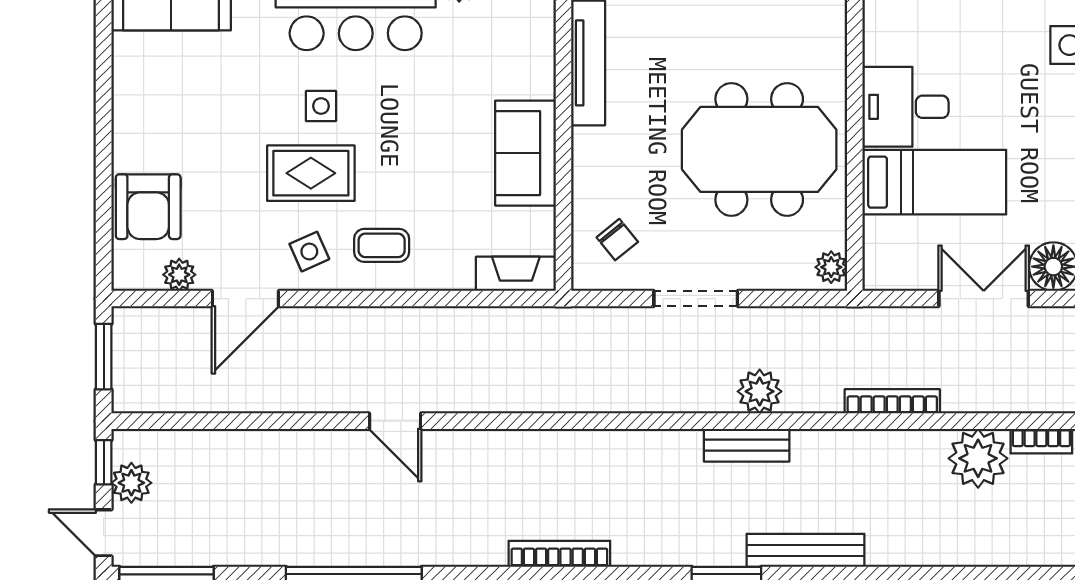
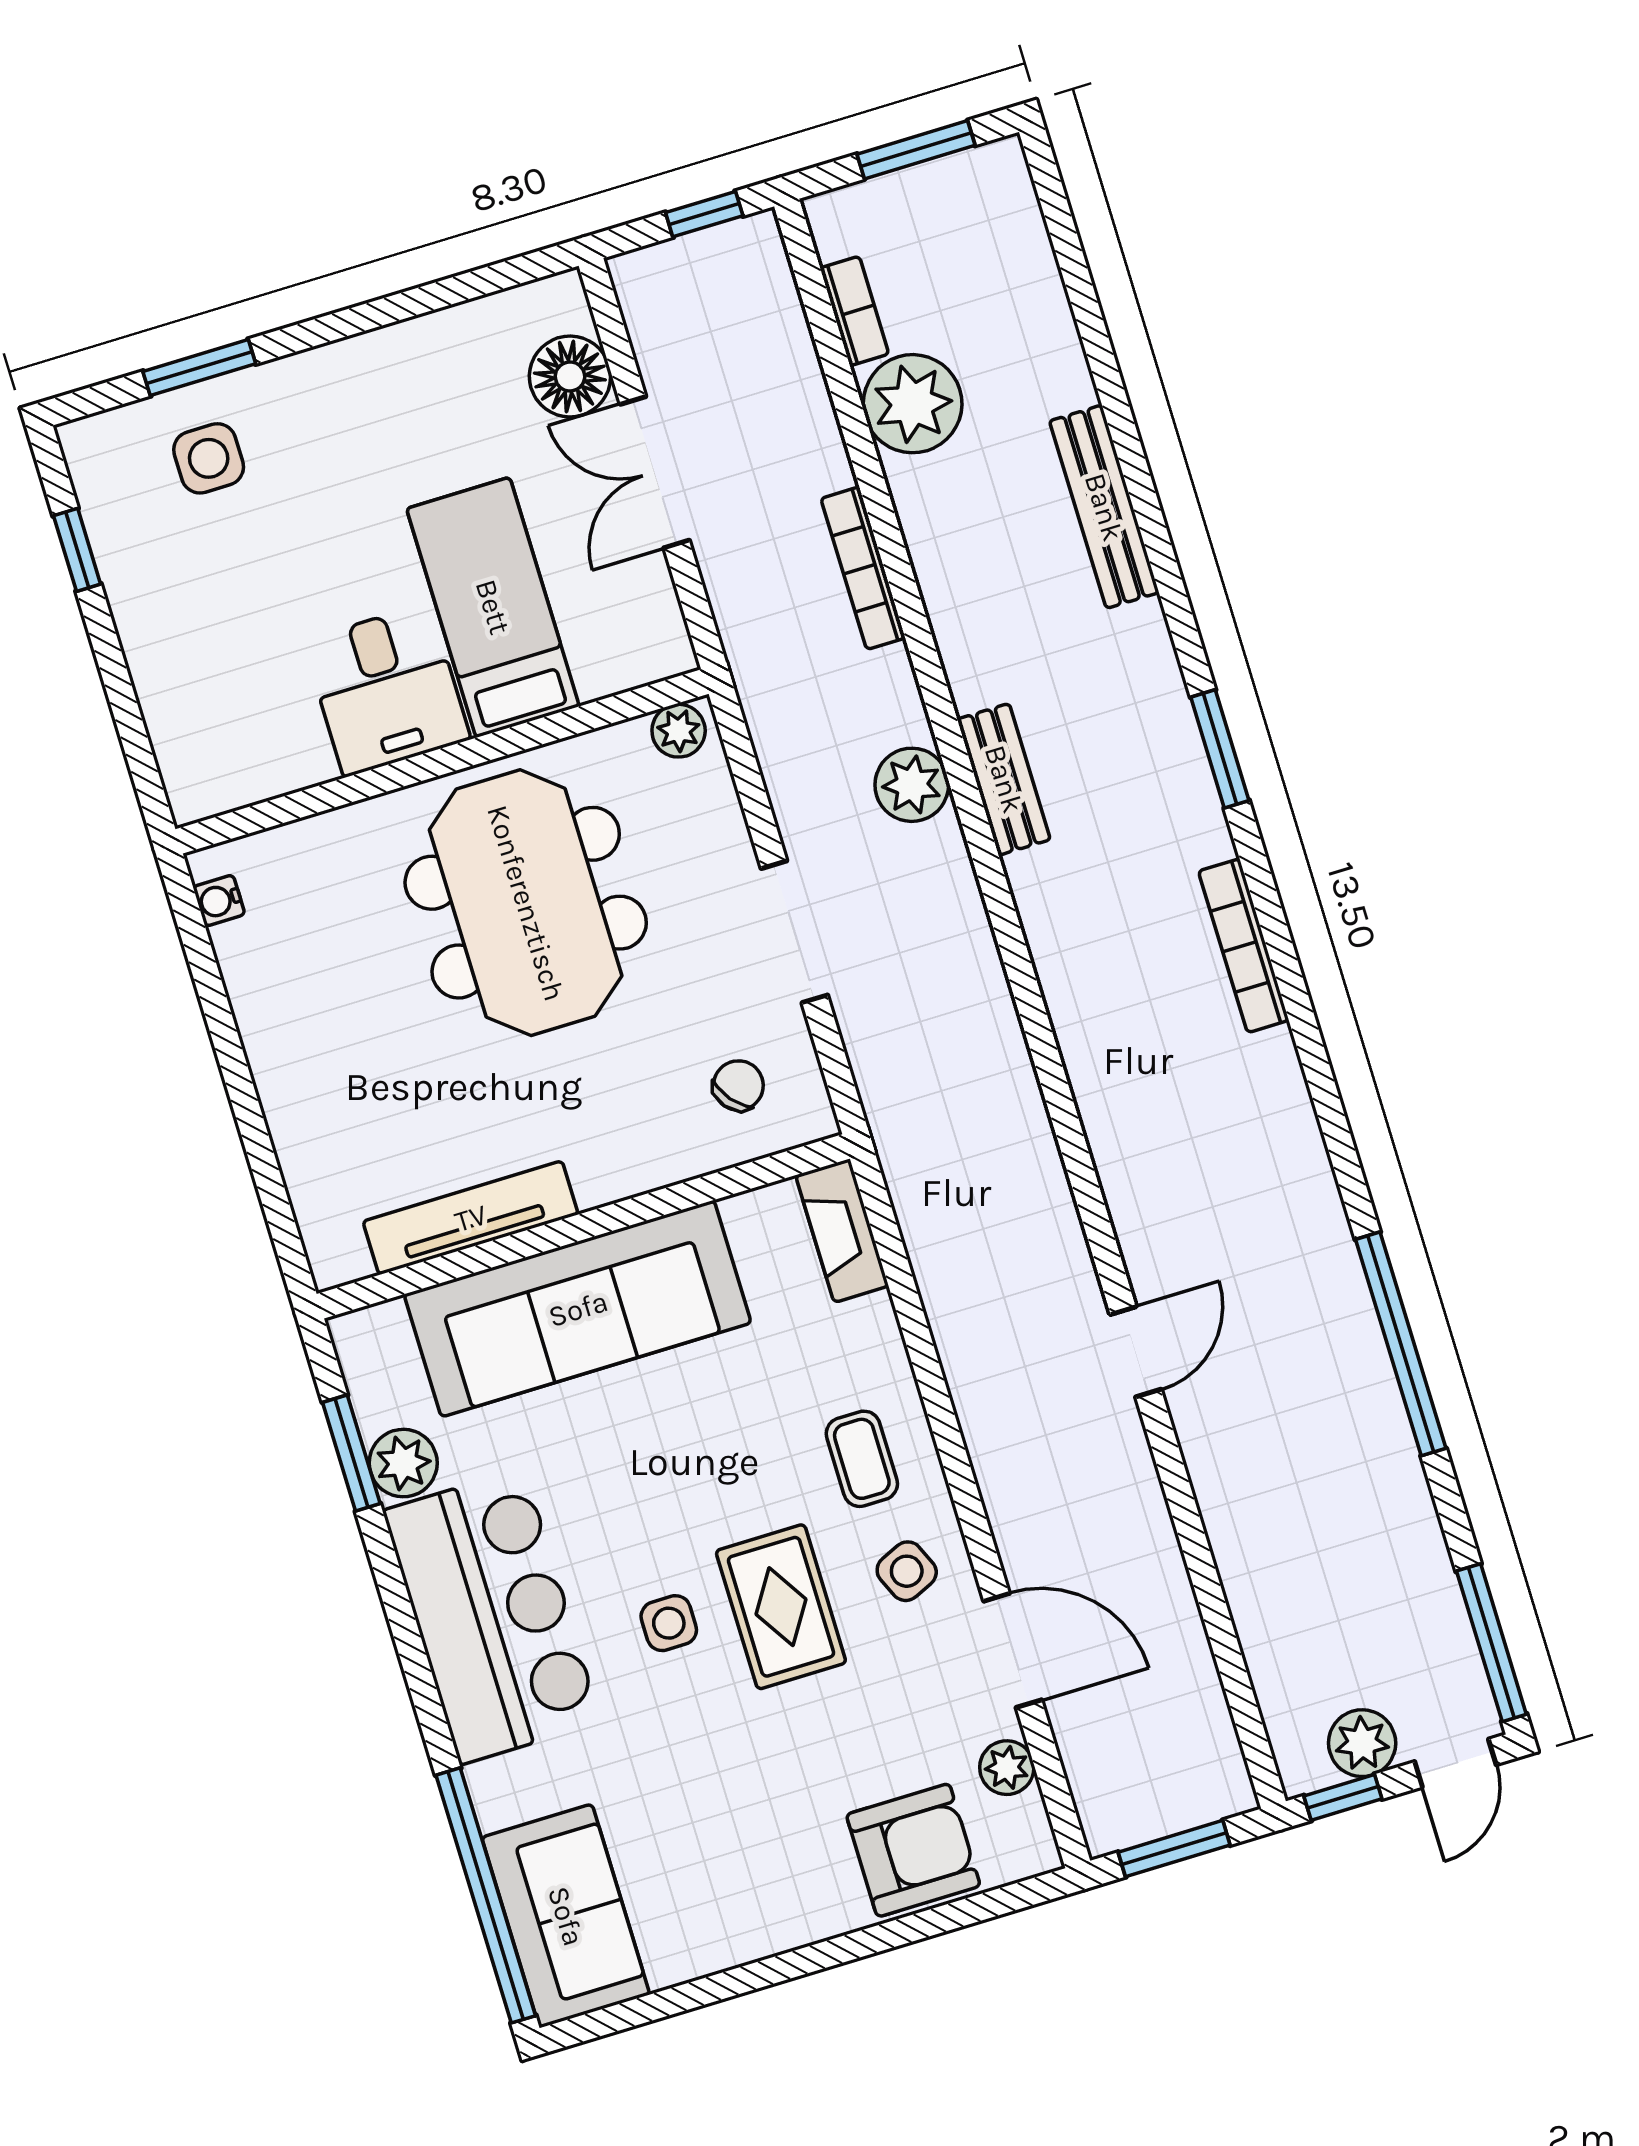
sofa: (526, 153) -> (578, 1309), width x1.85, depth x1.27
bench: (805, 550) -> (1104, 507), moved
bookcase: (559, 554) -> (1244, 946), moved

